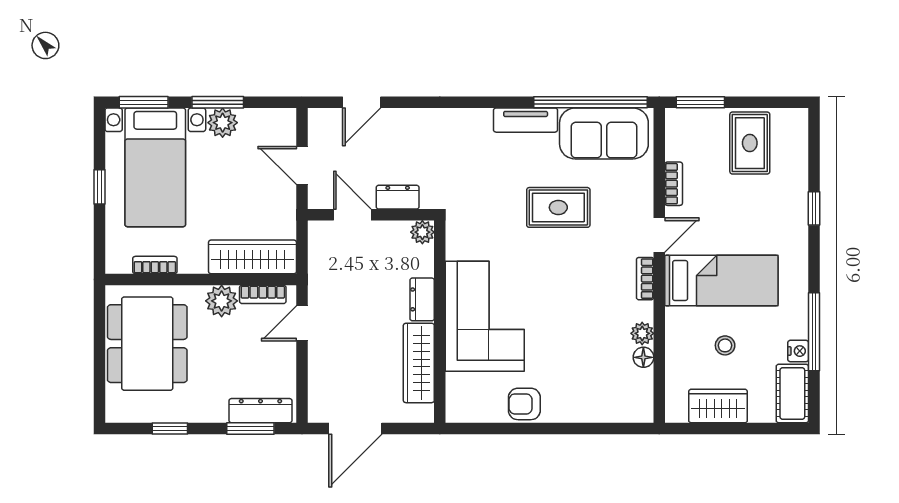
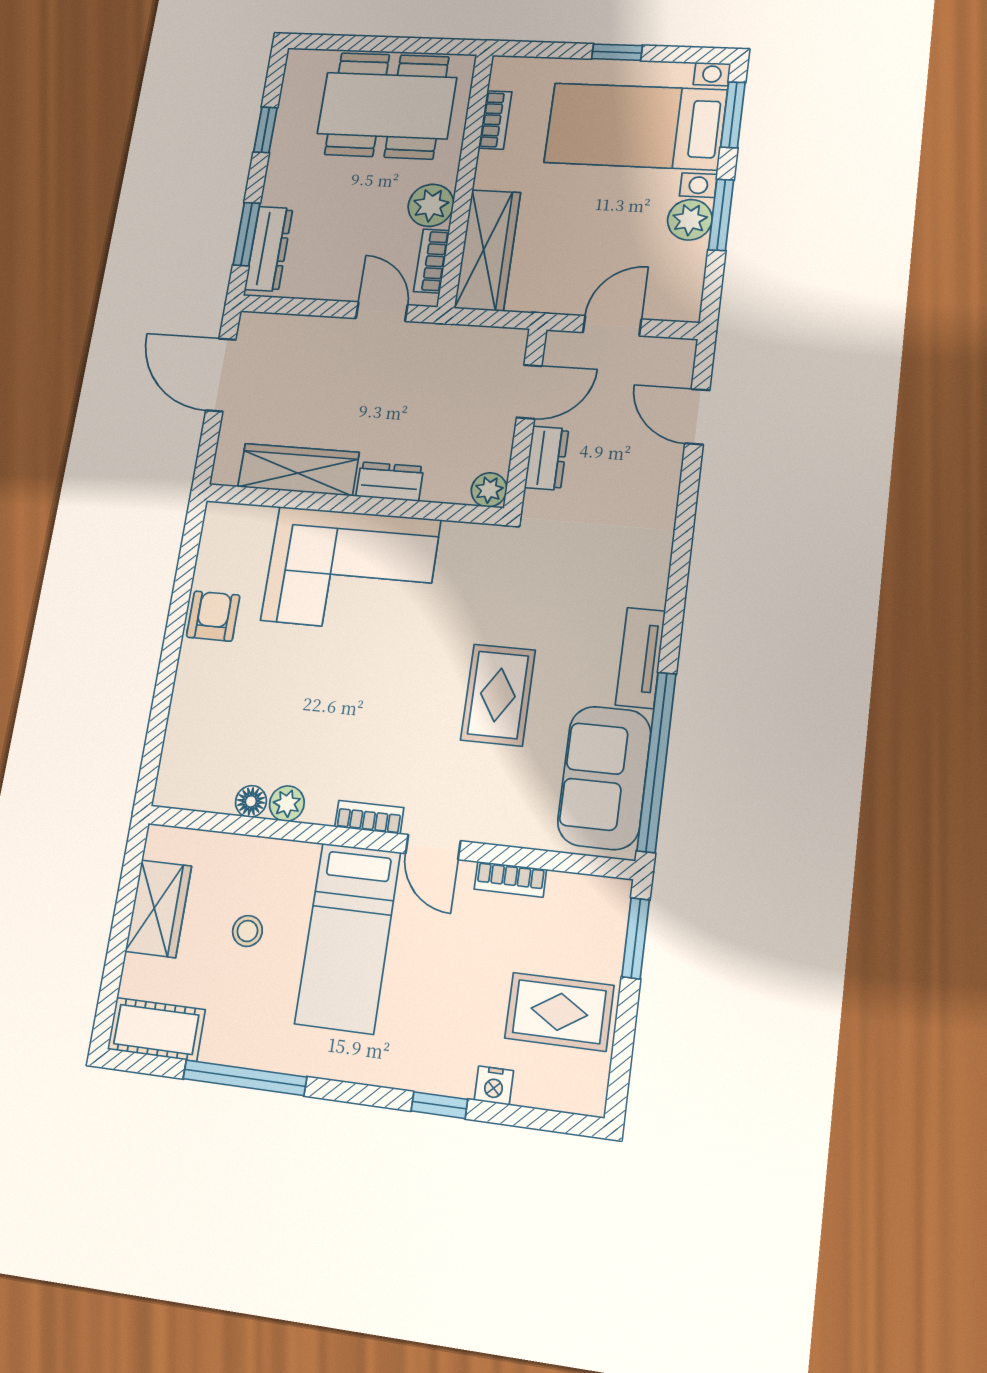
nightstand: (798, 351) -> (494, 1086), moved

